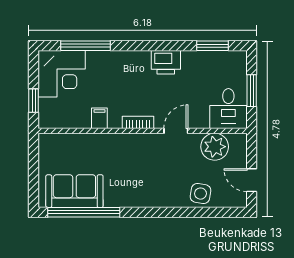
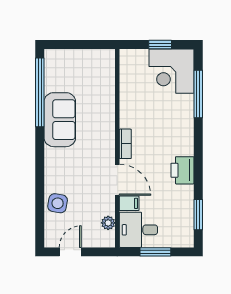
window: (34, 101) -> (160, 45), moved
filing cabinet: (99, 118) -> (129, 203), moved
door: (176, 131) -> (117, 180), width x1.38
plant: (215, 147) -> (108, 223), width x0.53, depth x0.53
sofa: (74, 191) -> (60, 120), moved

